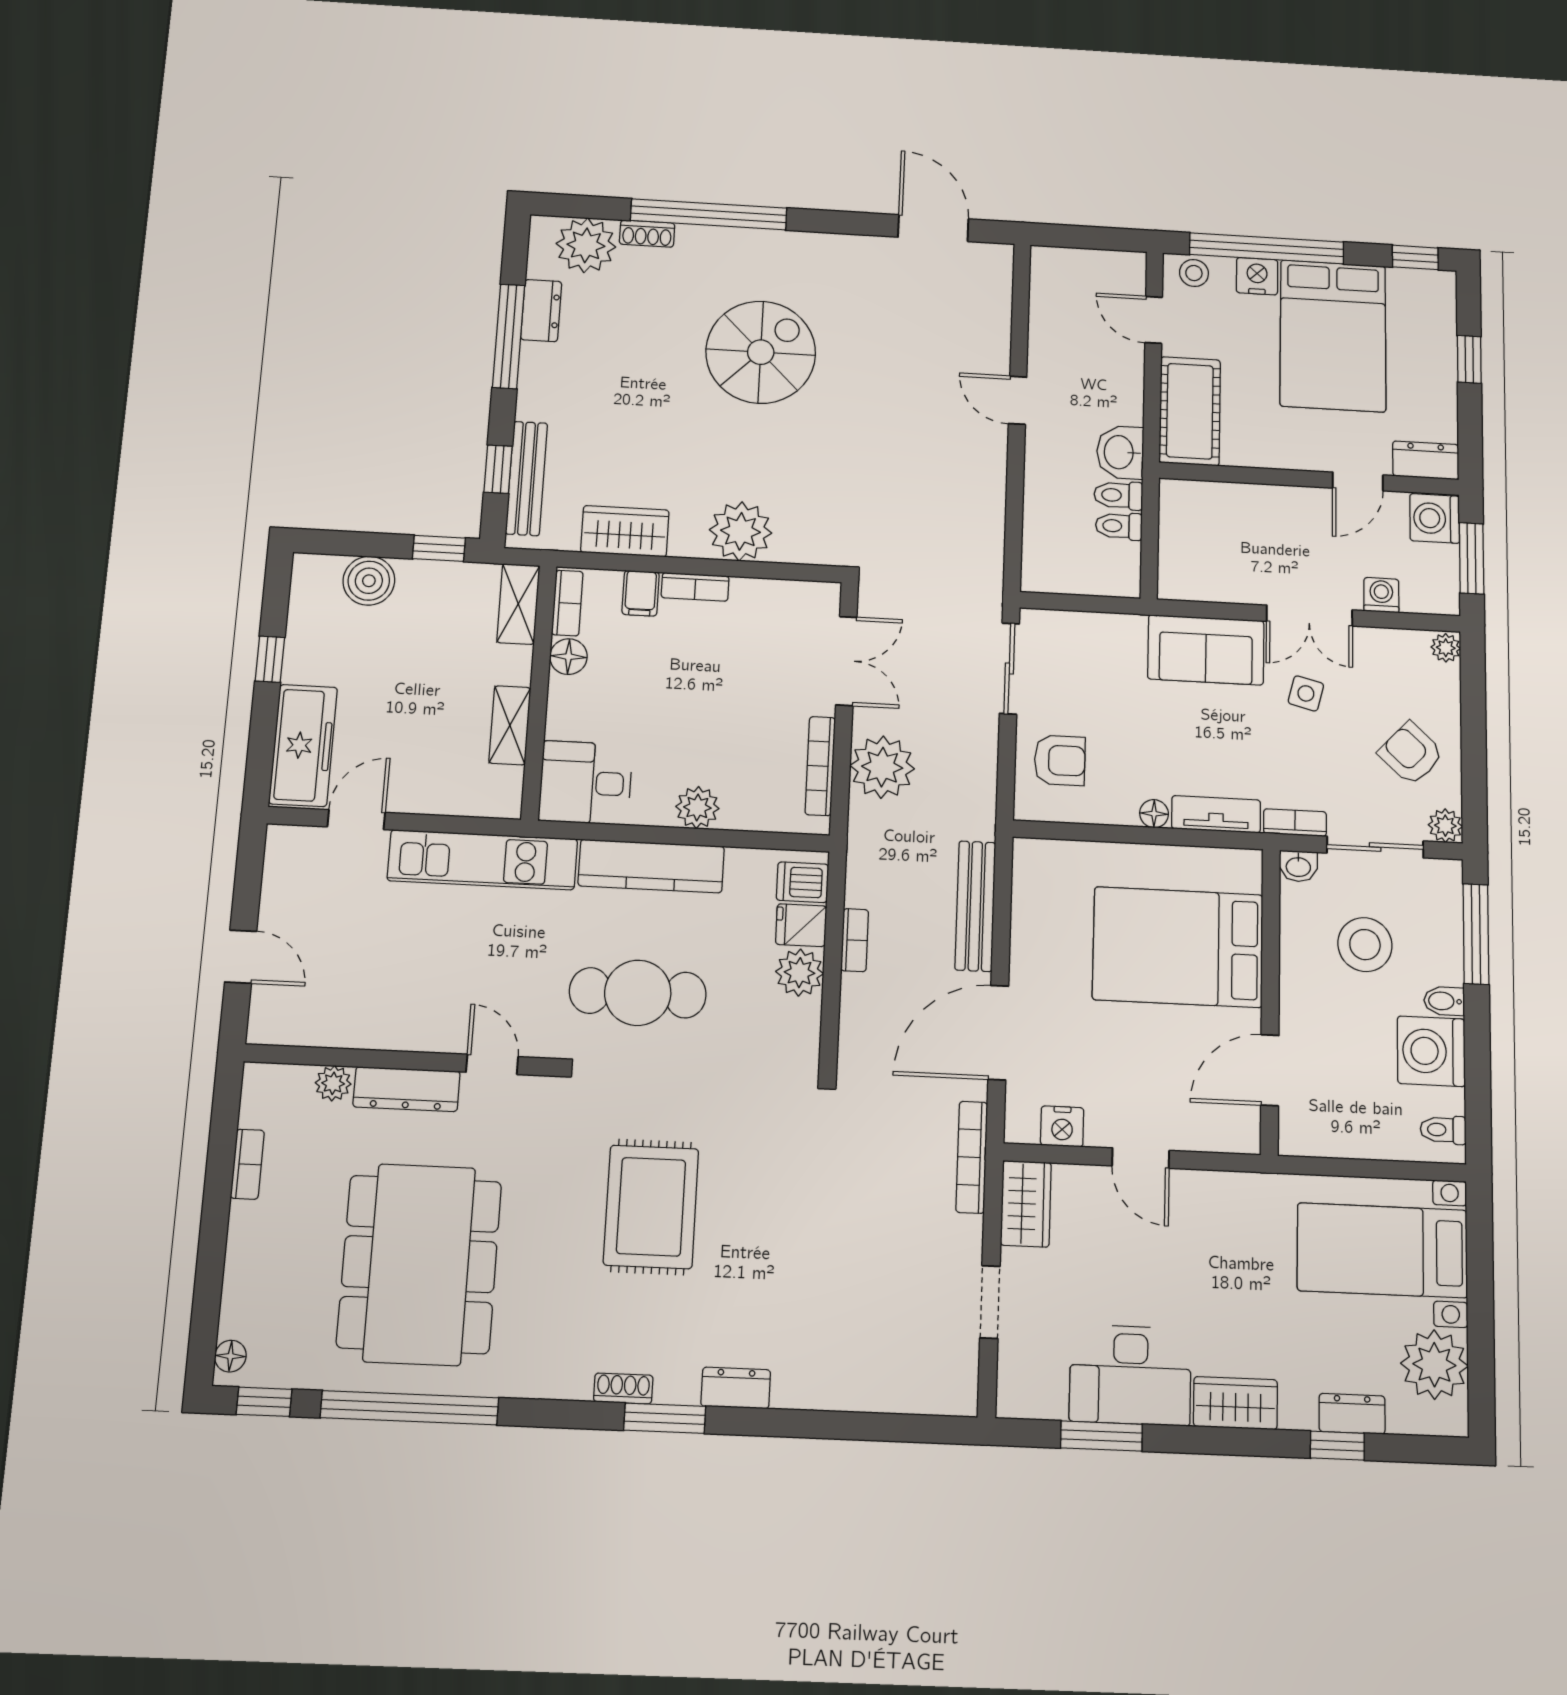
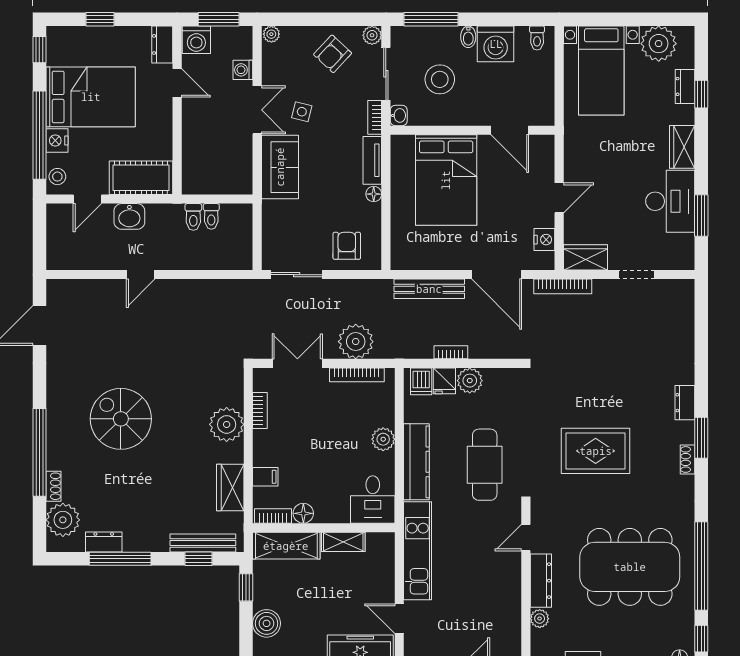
washbasin: (1120, 452) -> (129, 216), moved
bookcase: (695, 587) -> (260, 411), moved
shelving: (518, 604) -> (286, 546), width x1.50, depth x1.33

